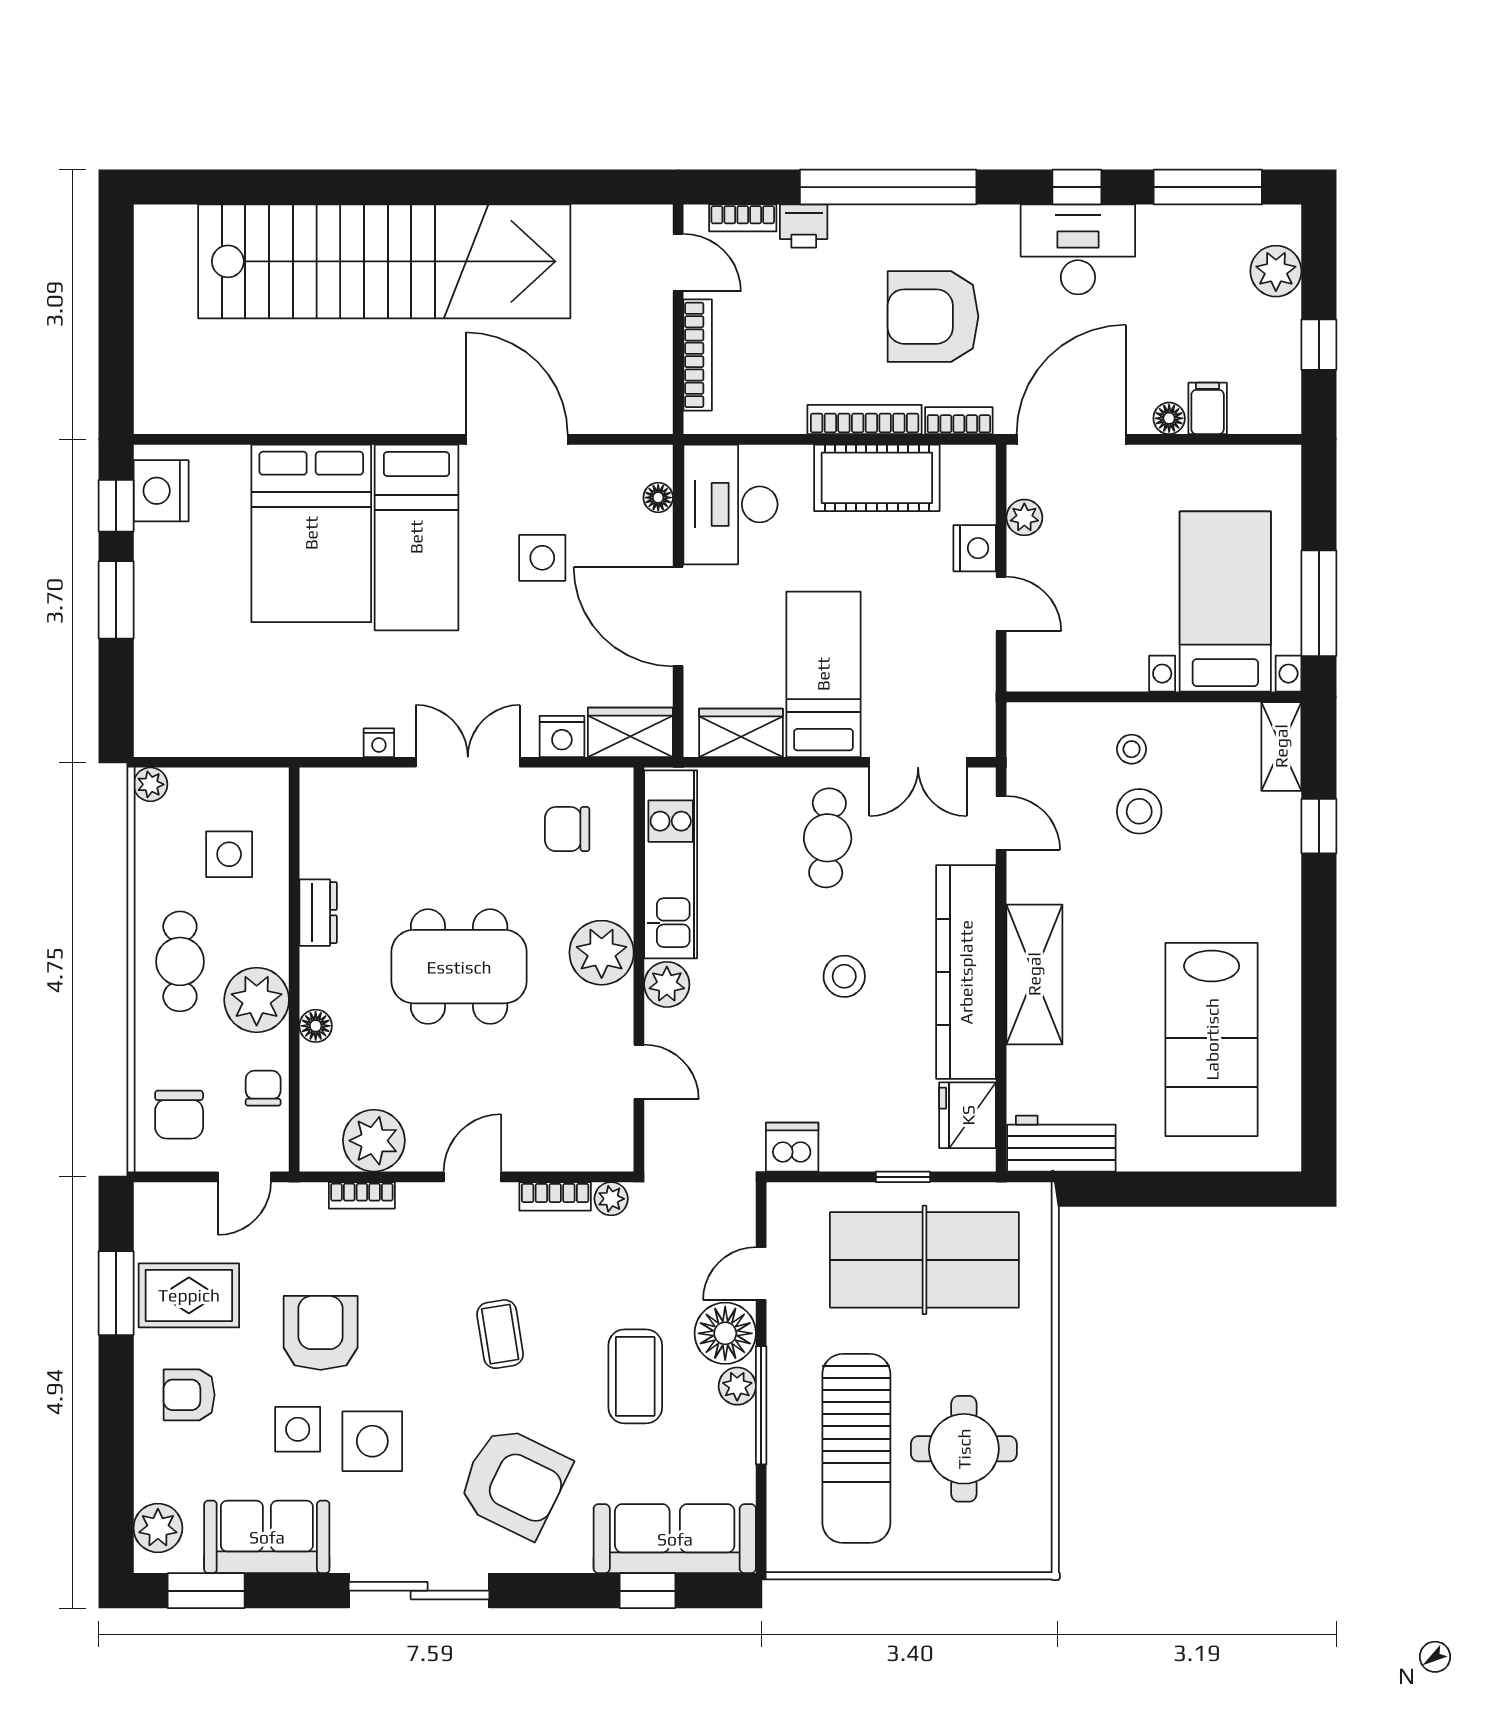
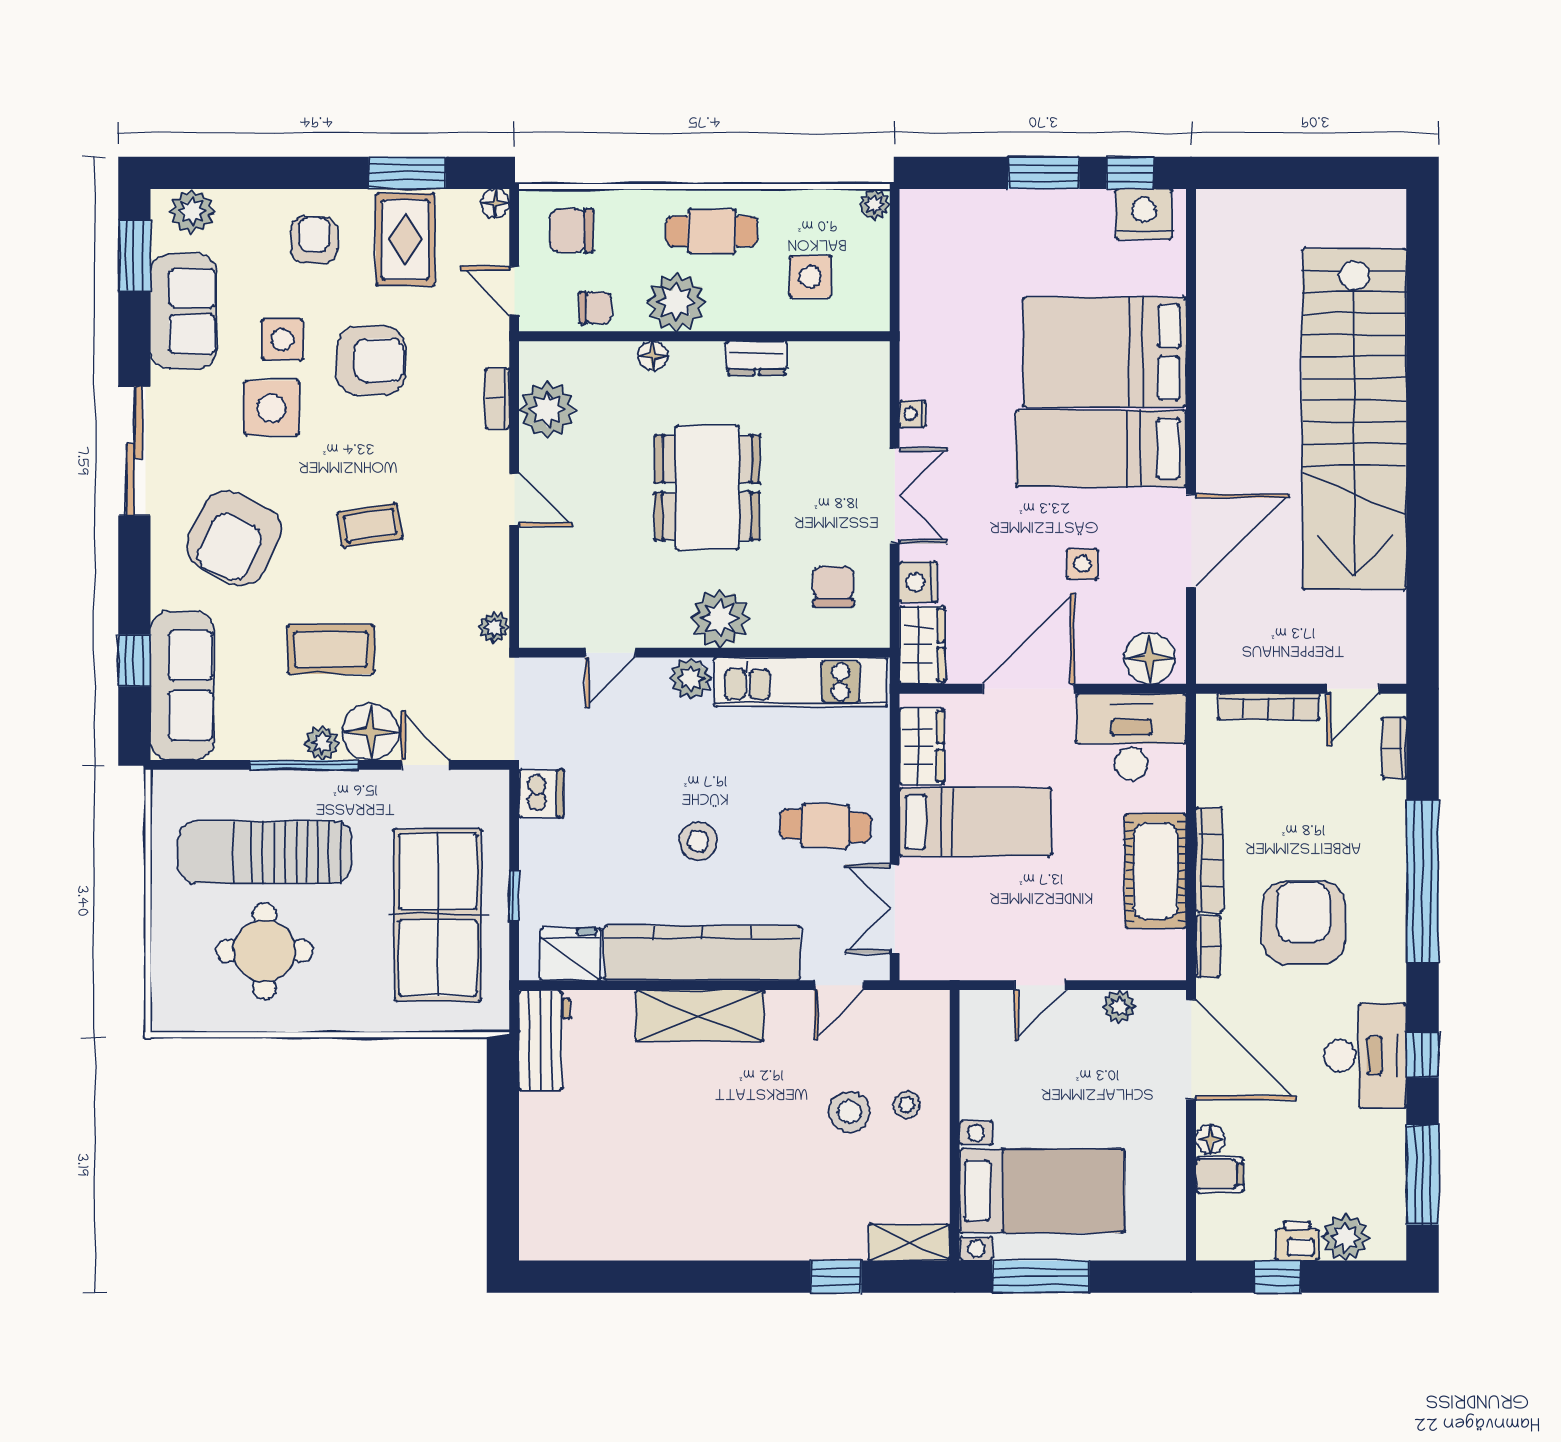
printer: (804, 226) -> (1297, 1241), moved, turned 90
floor lamp: (658, 498) -> (1150, 658), width x1.89, depth x1.89
nightstand: (975, 548) -> (1091, 961), removed
side table: (542, 558) -> (1082, 564), width x0.73, depth x0.73
lab bench: (1212, 1039) -> (640, 1178), removed
bookcase: (555, 1196) -> (496, 576), removed
floor lamp: (149, 1198) -> (495, 203), added

